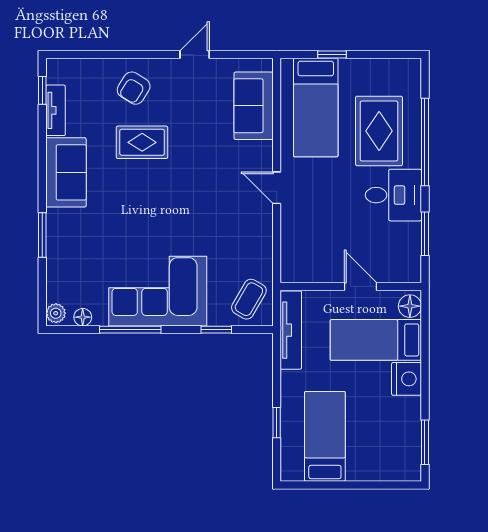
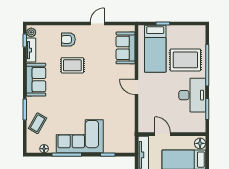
armchair: (134, 88) -> (68, 39), turned 58
rug: (379, 131) -> (185, 60), turned 90
desk: (393, 195) -> (192, 95), width x1.37
door: (361, 287) -> (163, 134), moved
coffee table: (249, 299) -> (37, 123), moved
plant: (56, 313) -> (31, 32), moved

